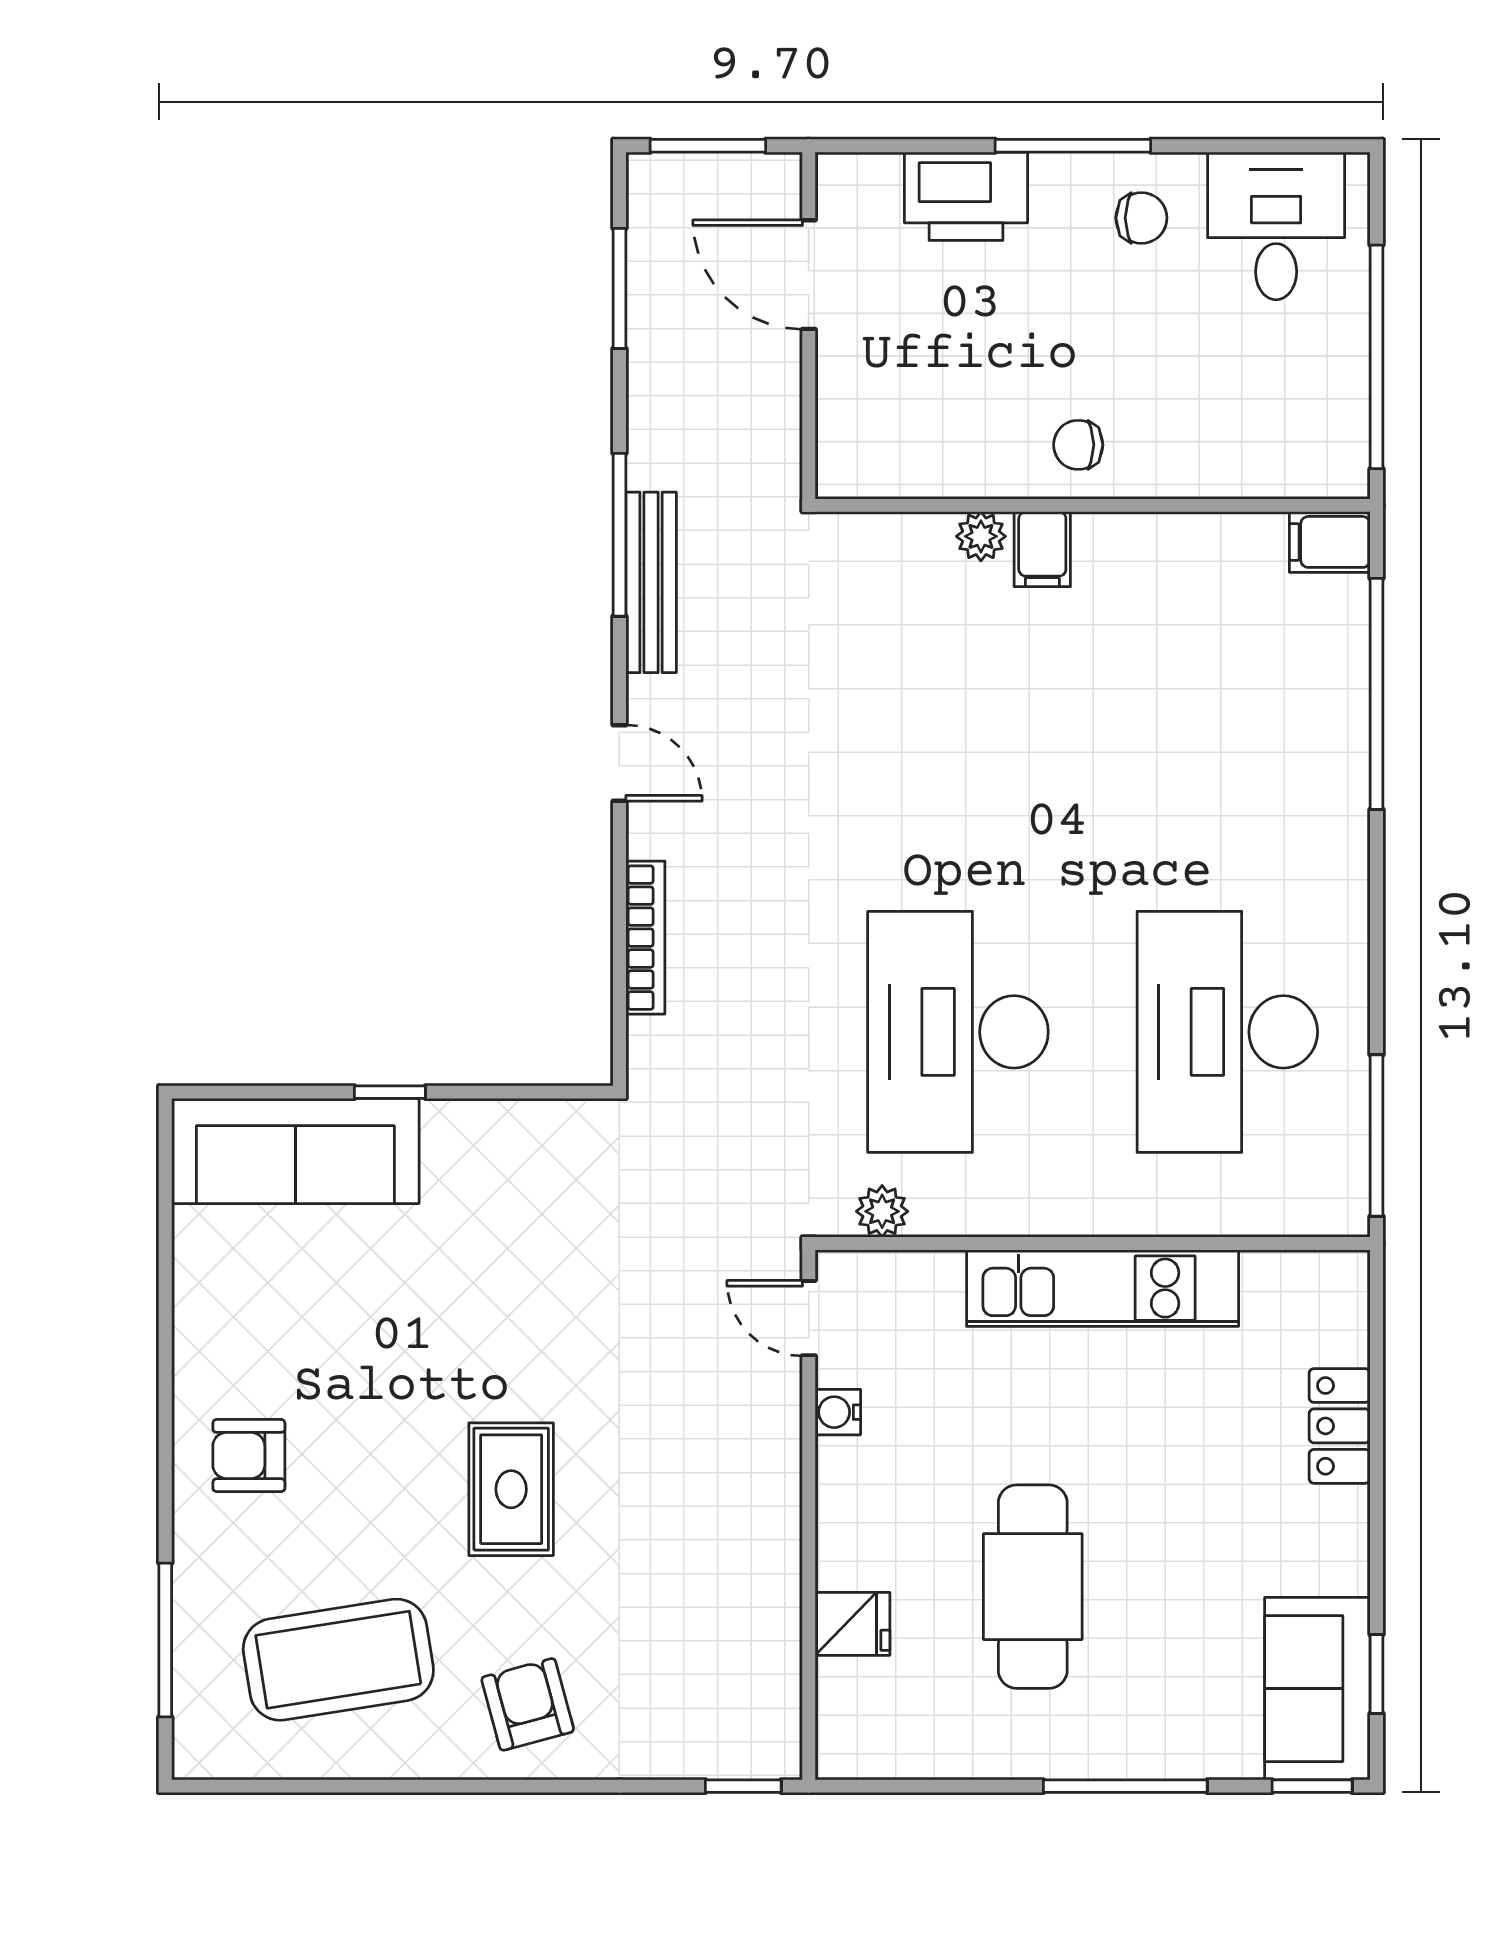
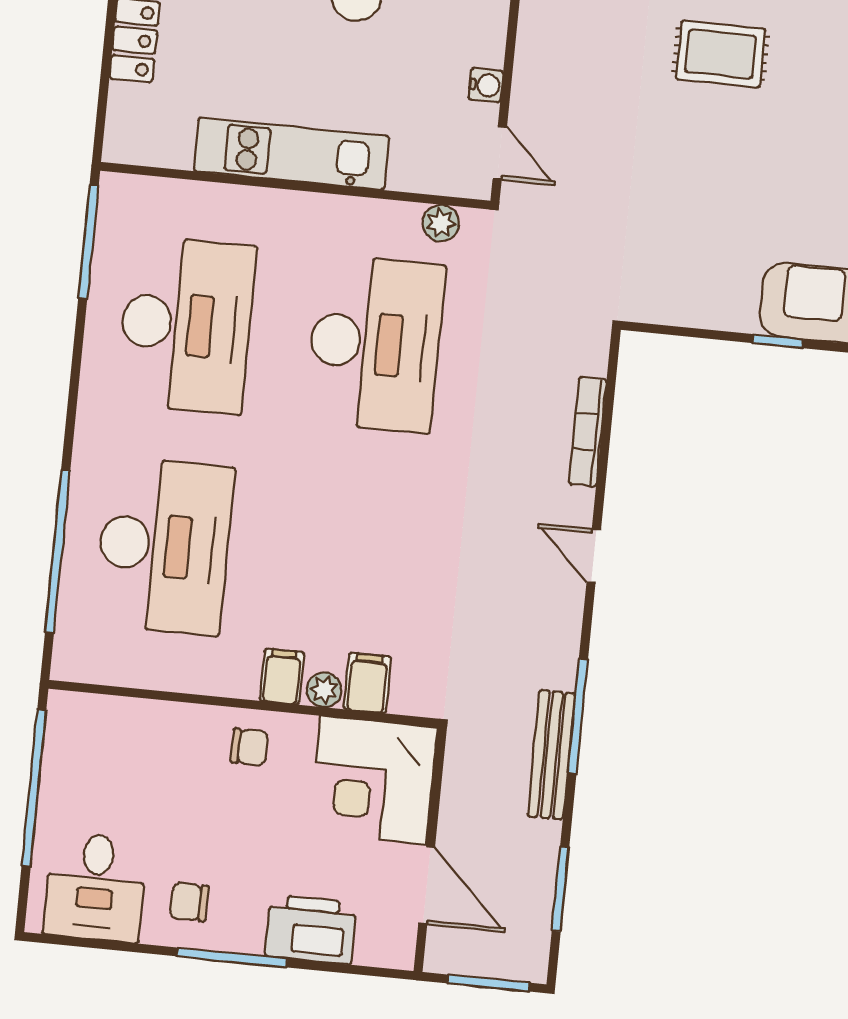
corner desk: (899, 416) -> (374, 780), added
filing cabinet: (1330, 542) -> (367, 683), moved, turned -90
bench: (651, 582) -> (551, 755), moved
desk: (1227, 717) -> (164, 546), added
rug: (511, 1489) -> (721, 54), turned 90

